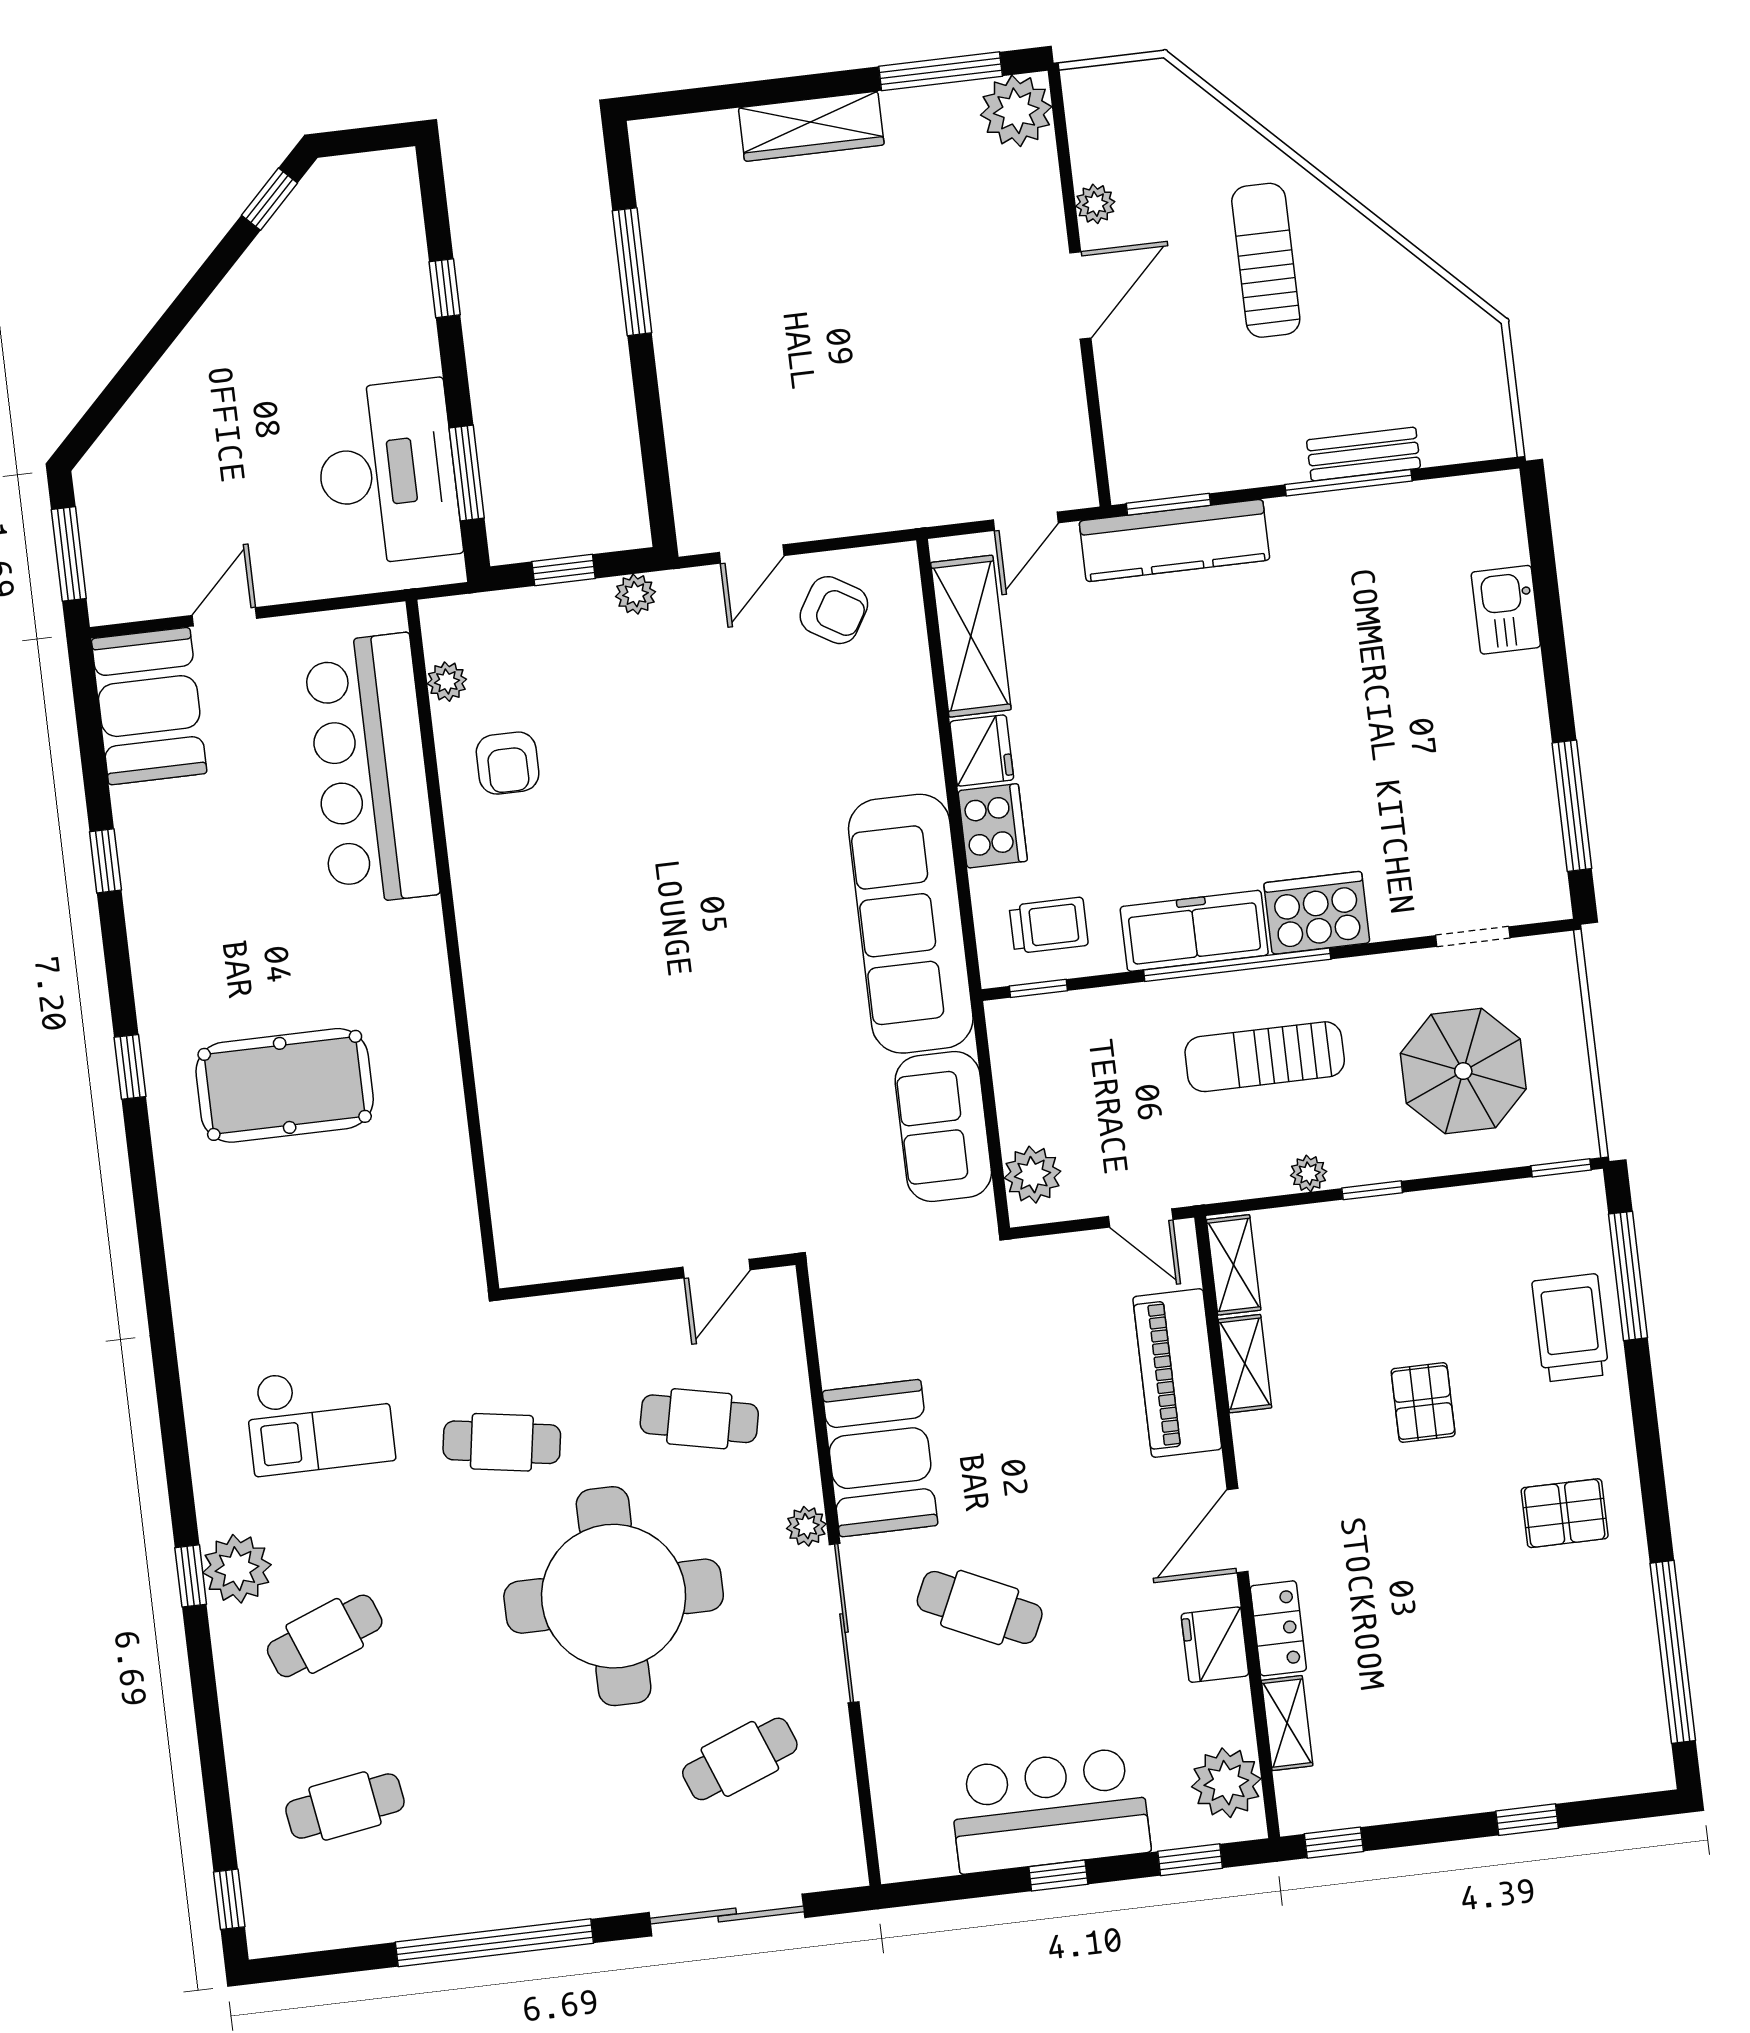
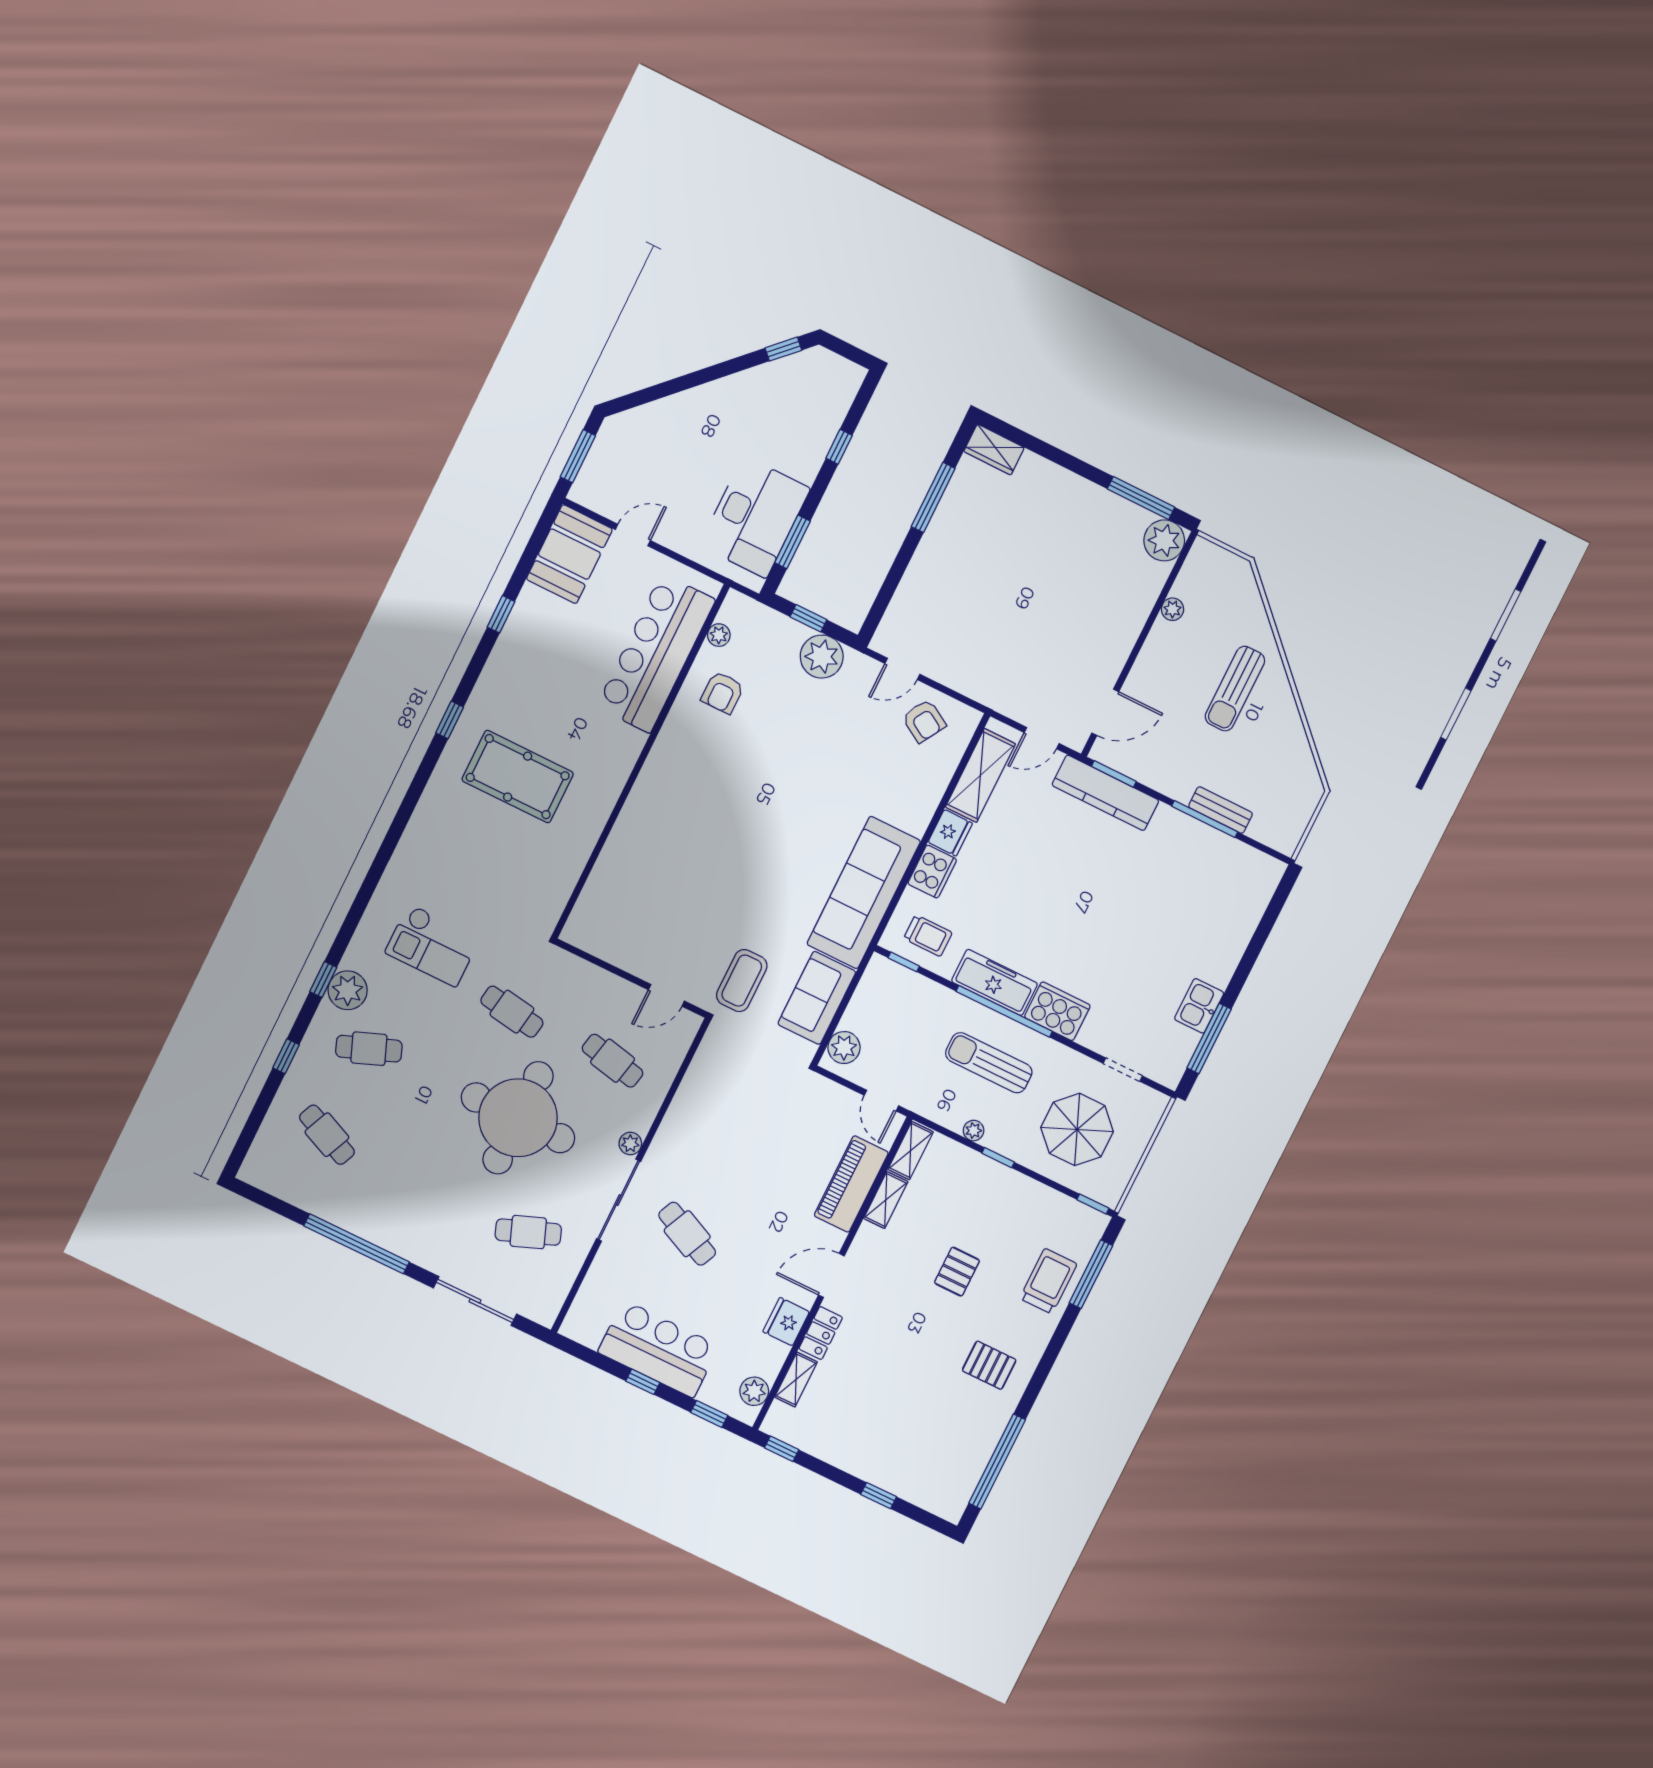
wardrobe: (811, 126) -> (994, 450), moved, width x0.67
sun lounger: (1266, 260) -> (1235, 689), turned 180
door: (1080, 295) -> (1105, 712), moved
plant: (635, 594) -> (822, 657), width x1.88, depth x1.88
kitchen sink: (1506, 610) -> (1199, 1006), moved
coffee table: (814, 1173) -> (742, 981), added
booth: (880, 1458) -> (686, 1134), removed
plant: (1226, 1783) -> (754, 1391), width x0.73, depth x0.73
cafe table: (345, 1806) -> (327, 1135), turned 33
window: (229, 1899) -> (286, 1056), moved

